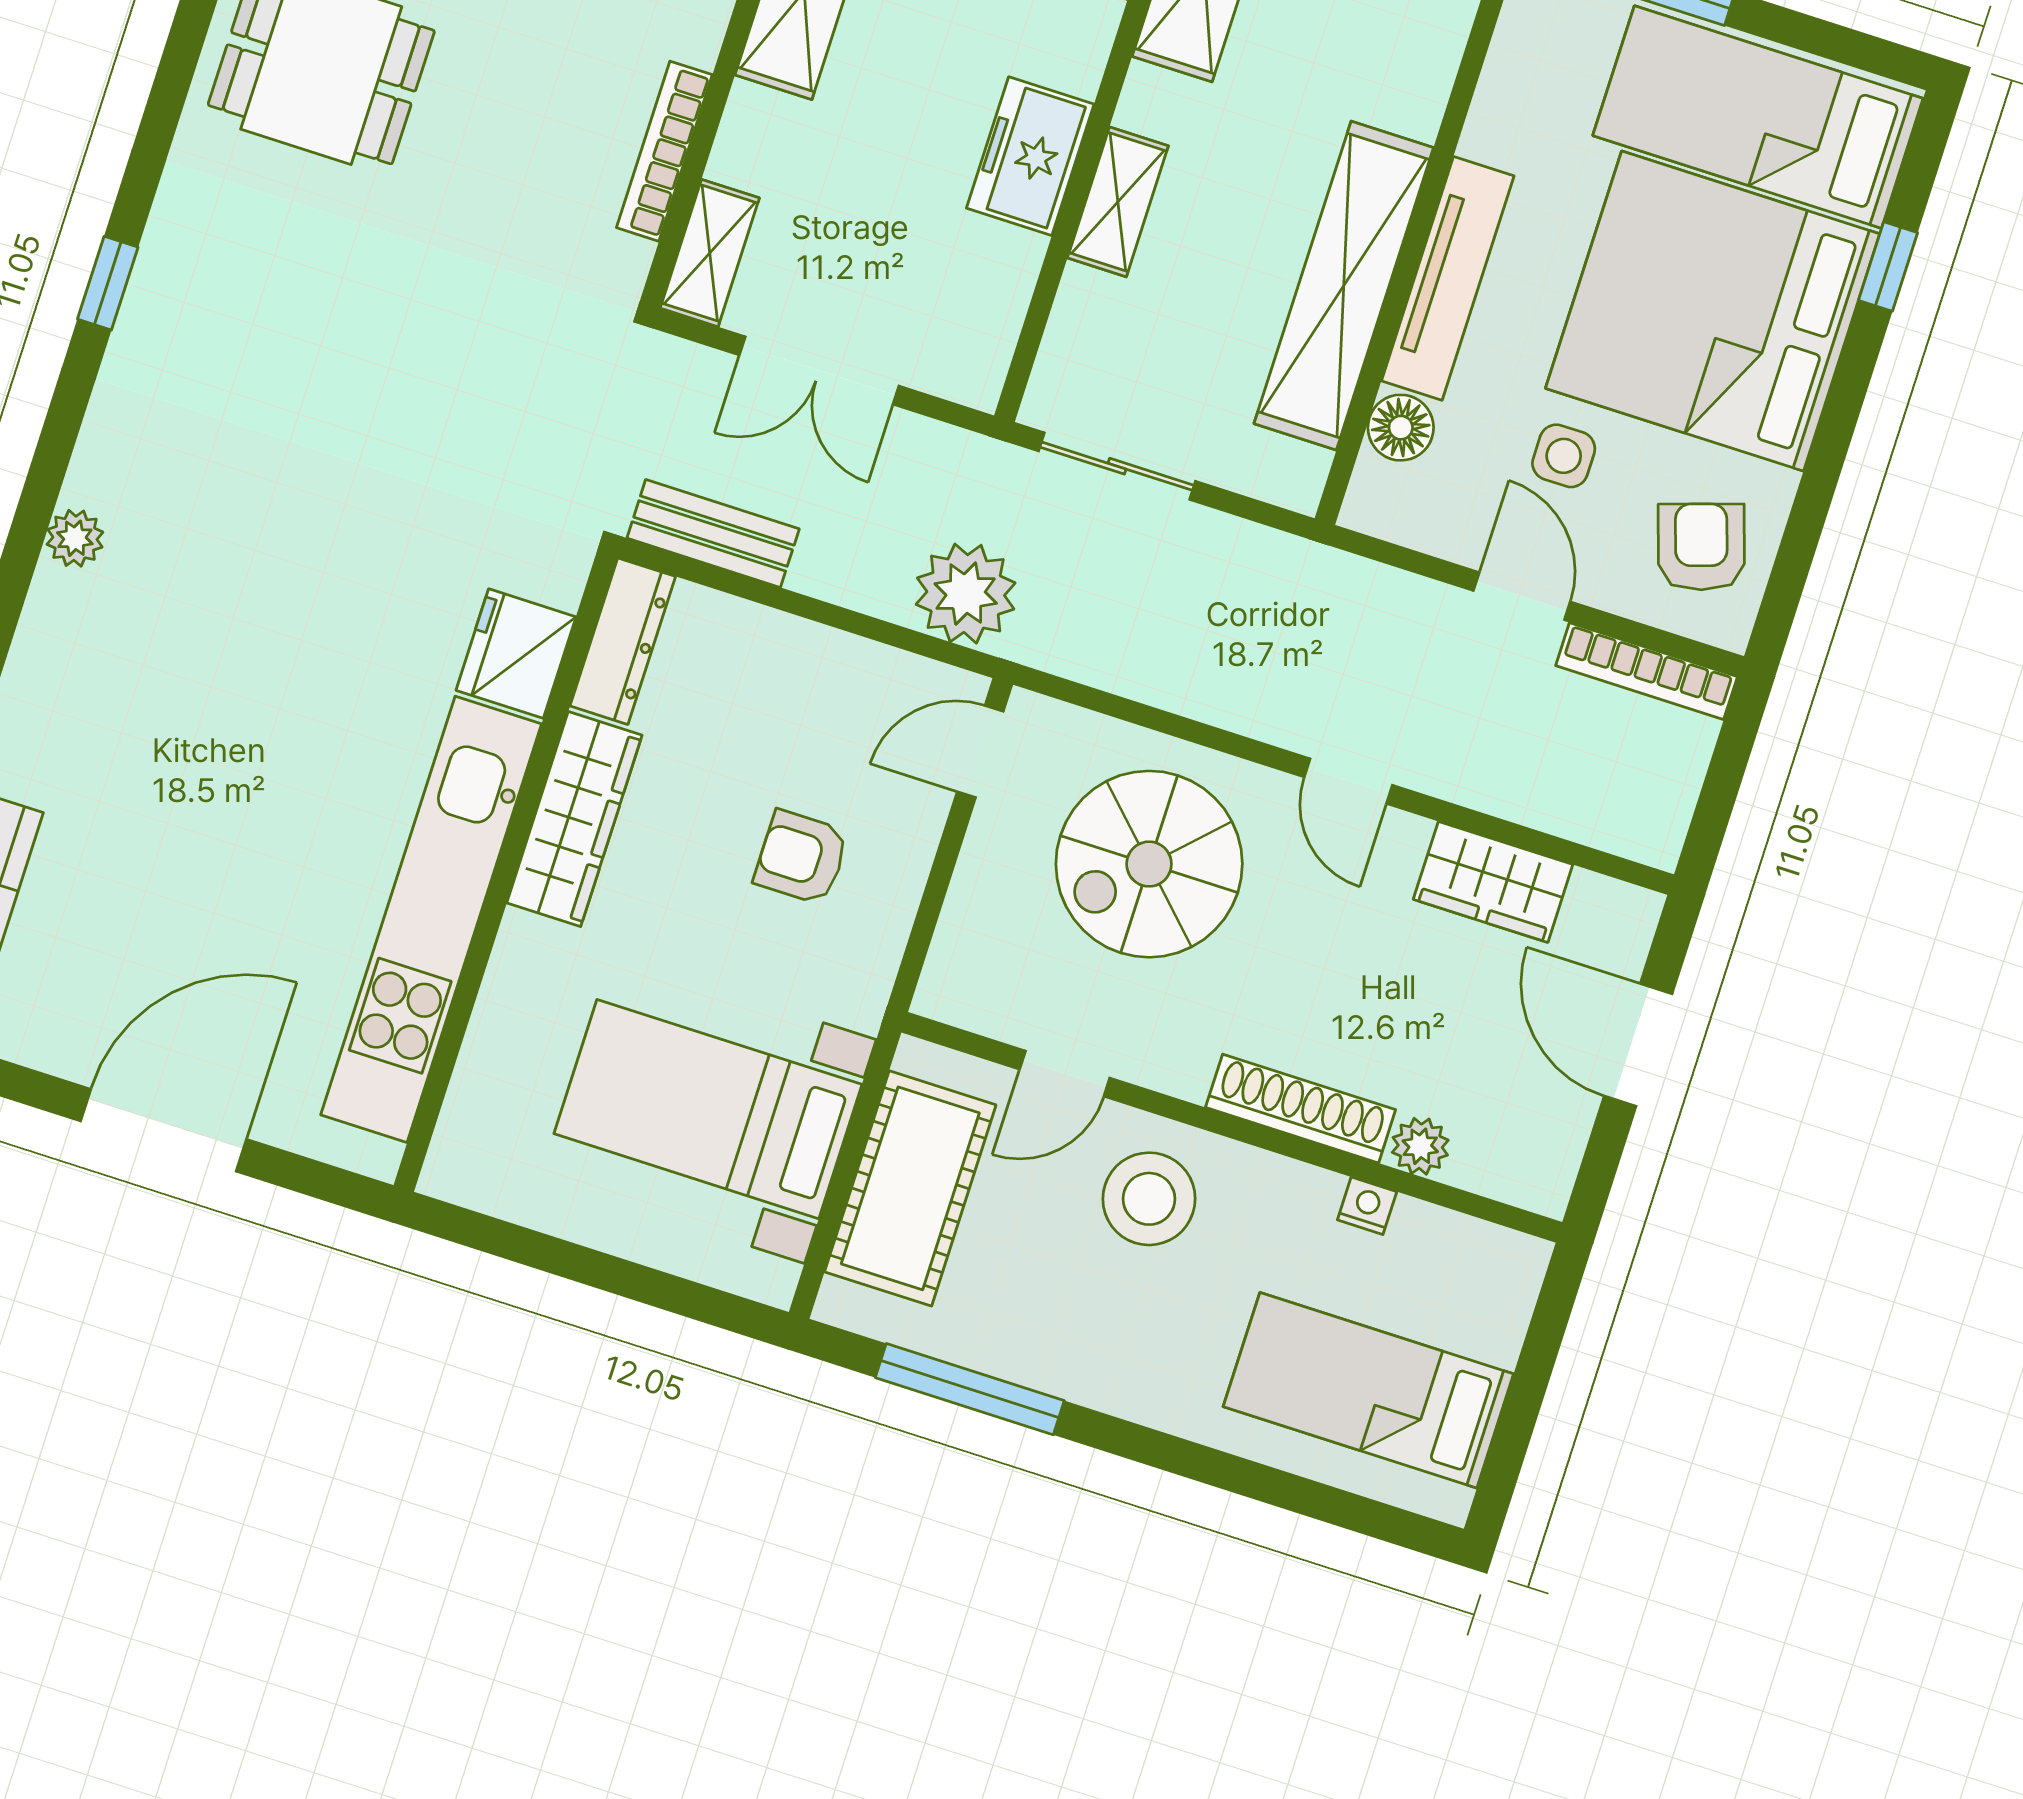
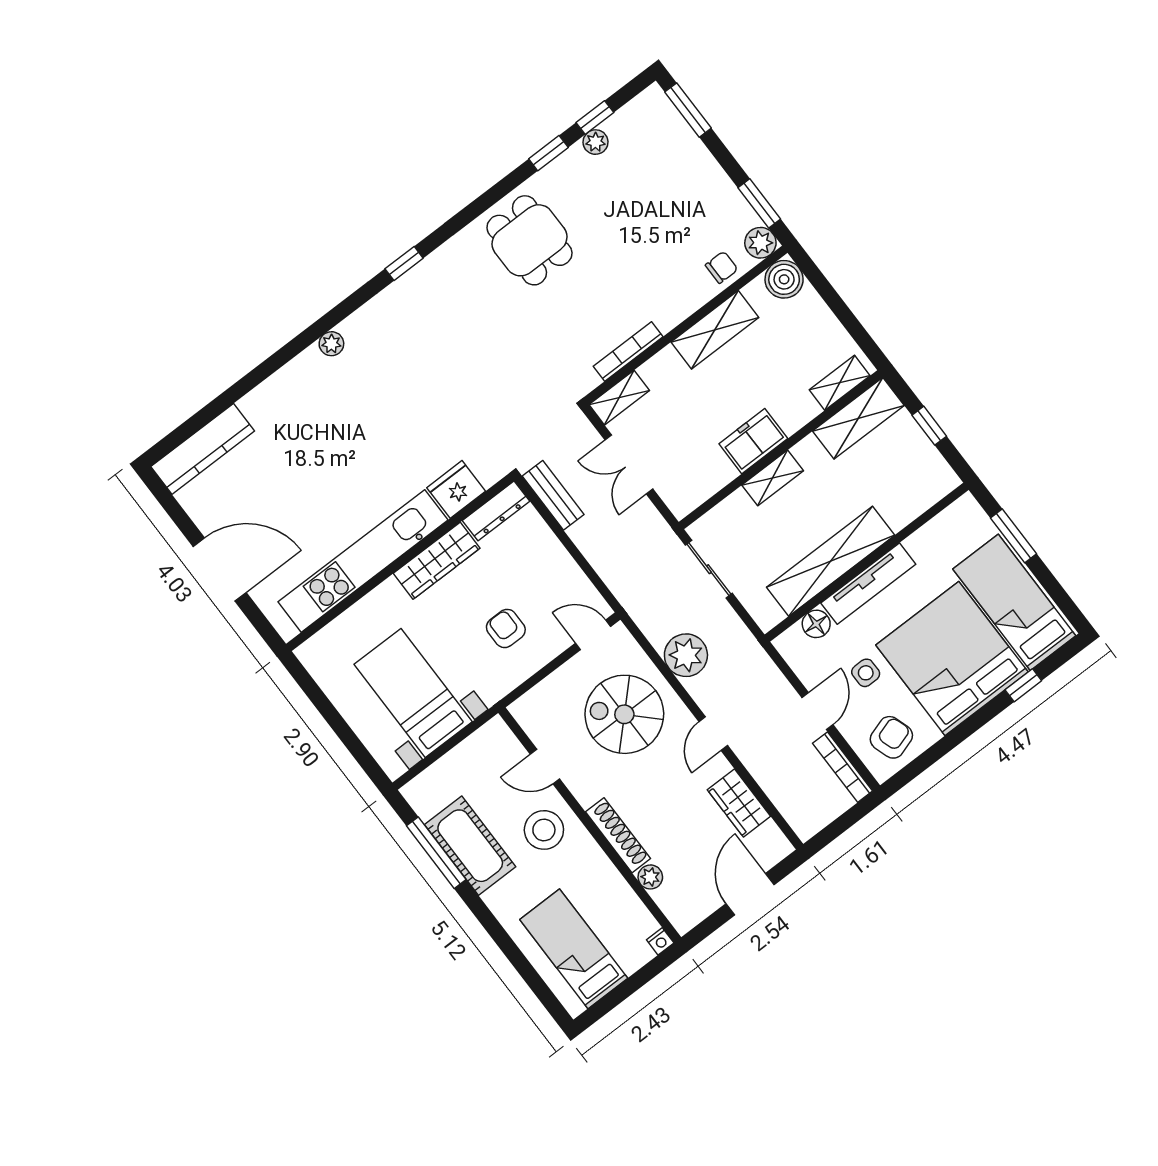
plant: (966, 594) -> (686, 655), moved
cot: (910, 1188) -> (470, 846), moved, turned 90
nightstand: (1367, 1206) -> (660, 941), moved, turned 90

